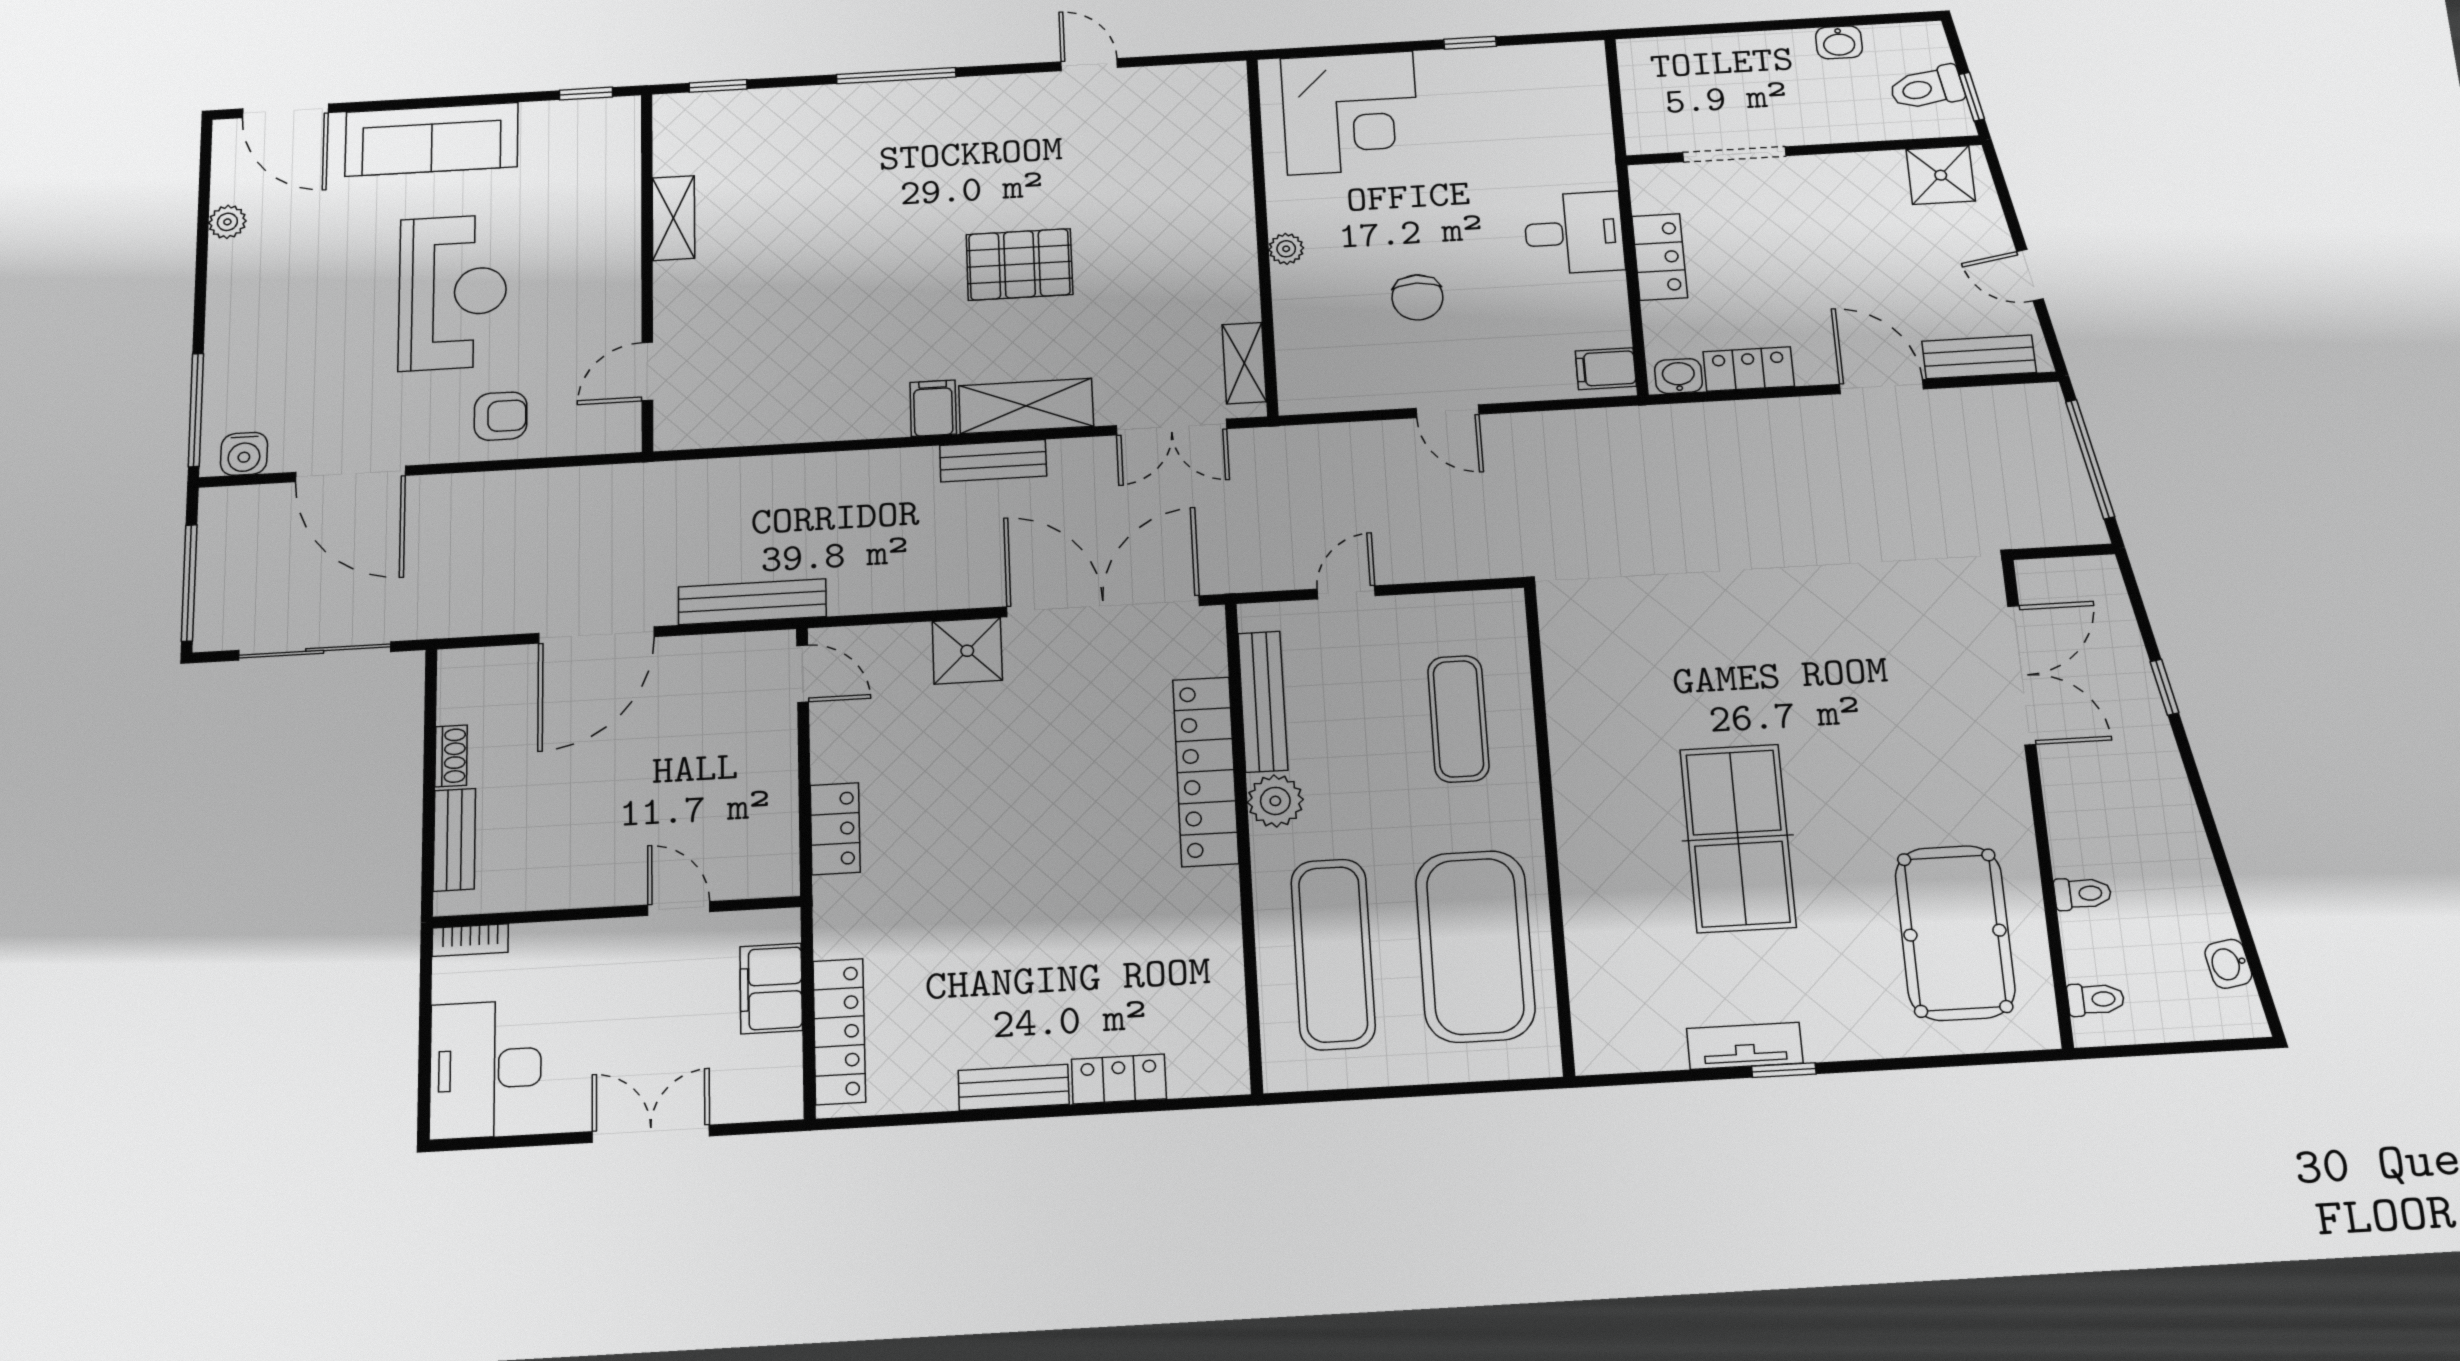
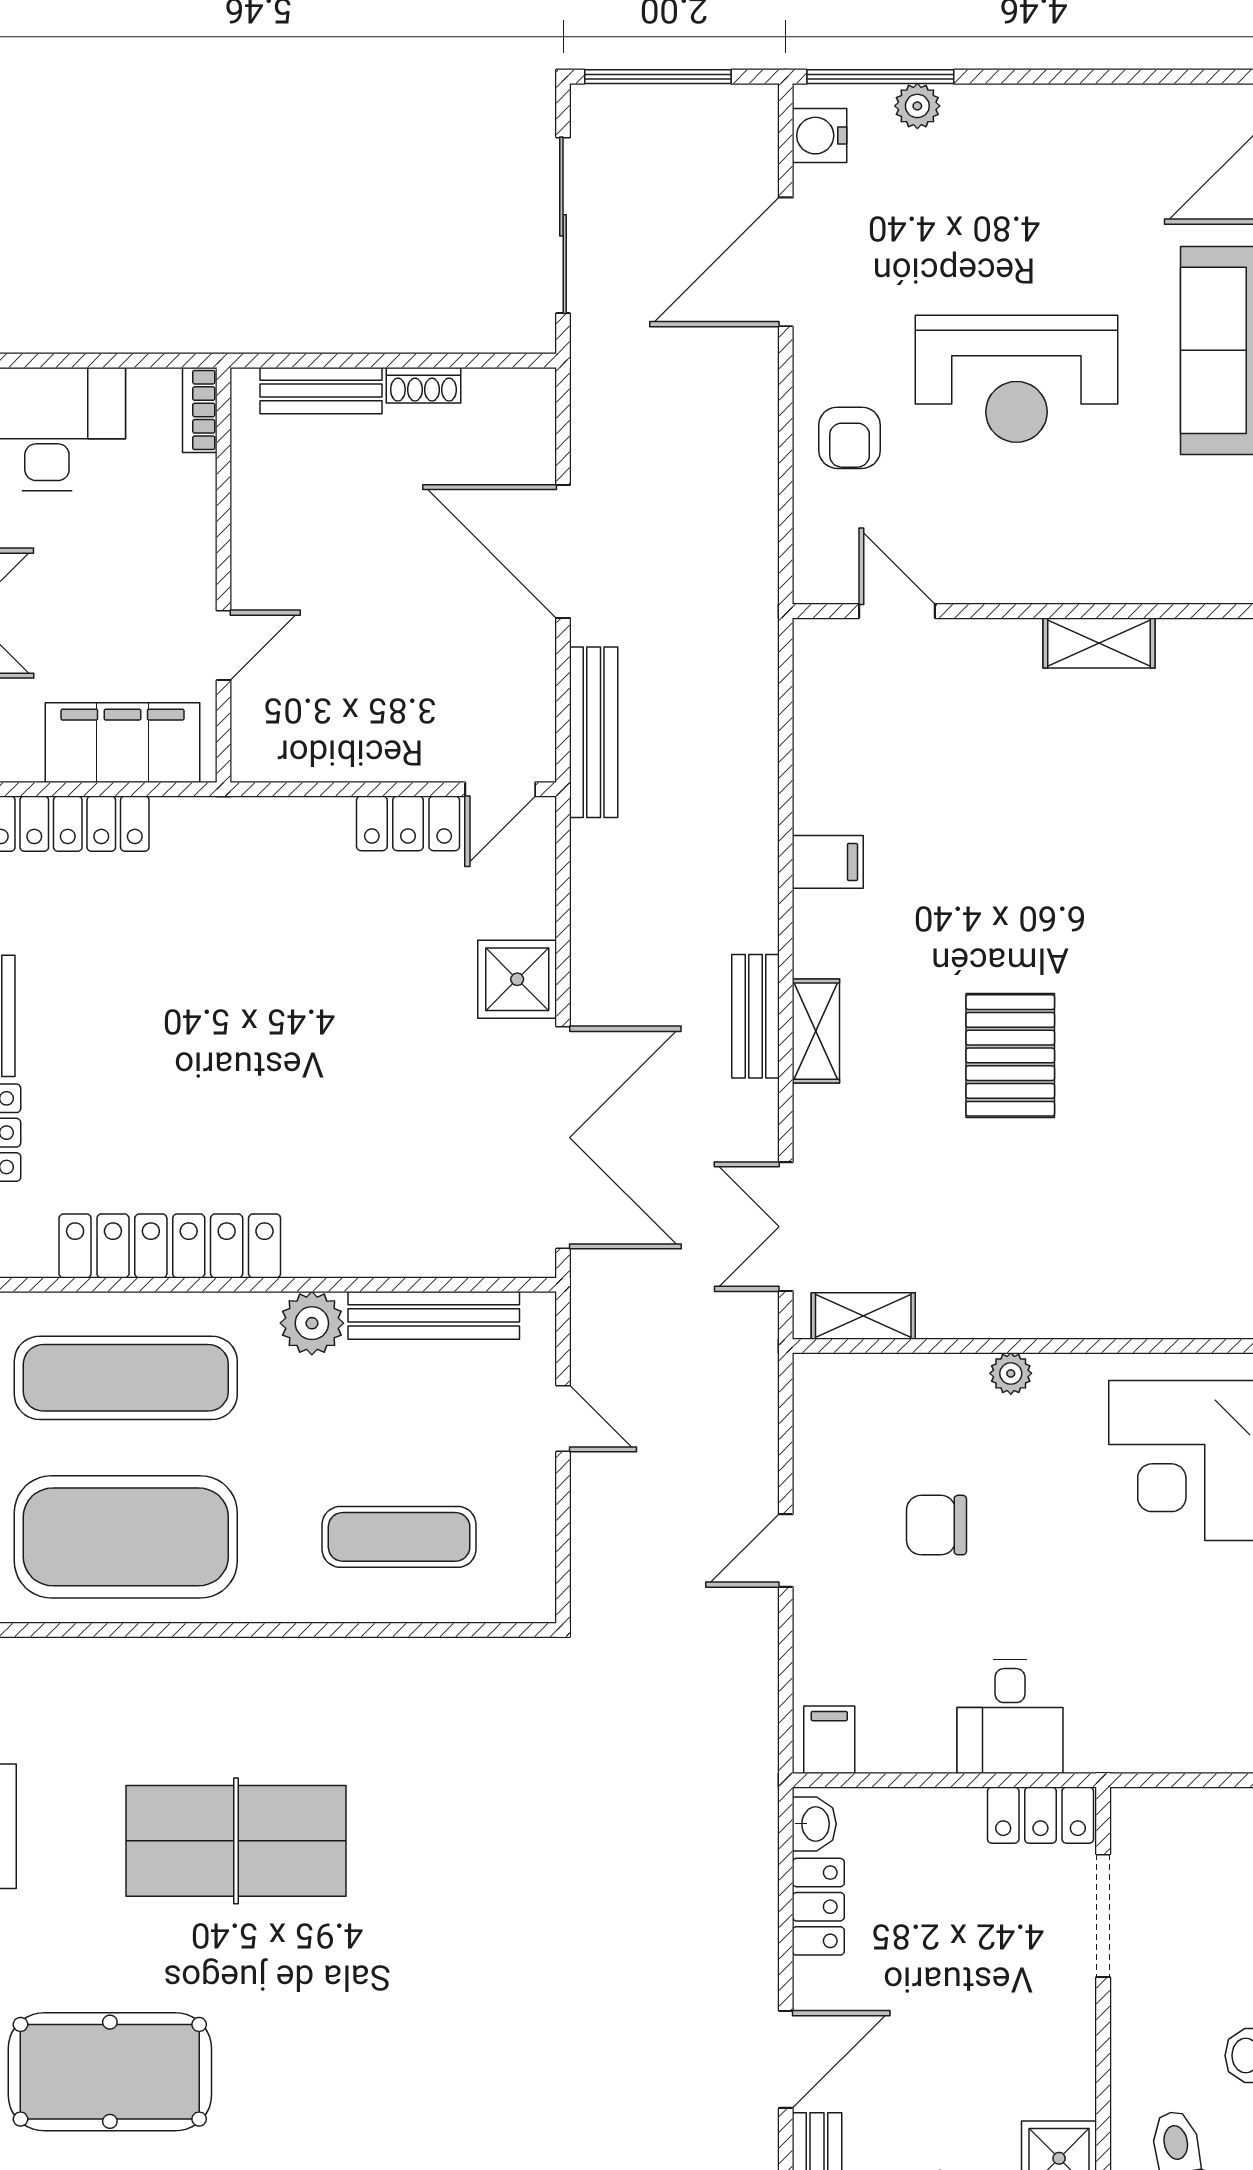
plant: (227, 222) -> (917, 106), moved
locker: (1660, 257) -> (1040, 1815), moved
shelving: (1026, 406) -> (816, 1031), width x0.67, depth x0.75
filing cabinet: (933, 408) -> (828, 862), moved
locker: (1206, 771) -> (170, 1246), moved
locker: (835, 829) -> (408, 823), moved
filing cabinet: (771, 988) -> (123, 743), width x1.50, depth x1.17

